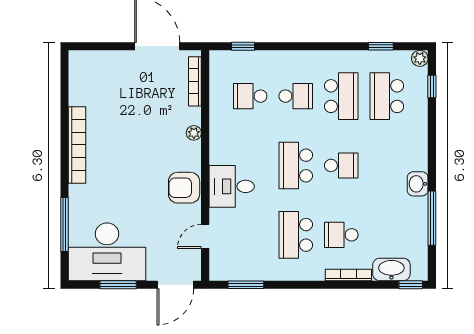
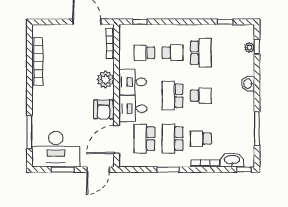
plant: (420, 58) -> (249, 47), moved
school desk: (387, 96) -> (144, 139), moved
plant: (194, 133) -> (106, 80), width x1.87, depth x1.87
desk: (231, 143) -> (133, 82), added
bookcase: (77, 145) -> (37, 61), moved
washbasin: (418, 184) -> (248, 84), moved
armchair: (184, 188) -> (103, 109), turned -90
door: (205, 236) -> (117, 140), width x1.88
window: (246, 285) -> (168, 169), moved

